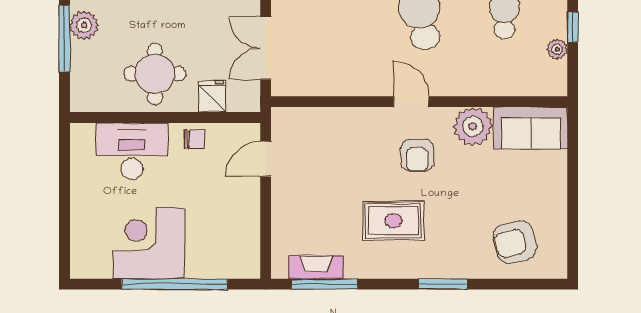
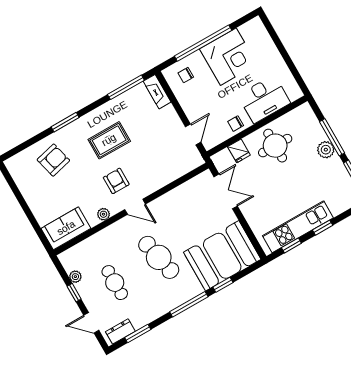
plant: (473, 126) -> (104, 214), width x0.53, depth x0.53
armchair: (515, 242) -> (53, 160), moved
chair: (227, 252) -> (186, 75), added
fireplace: (316, 267) -> (157, 92), moved, turned 90

